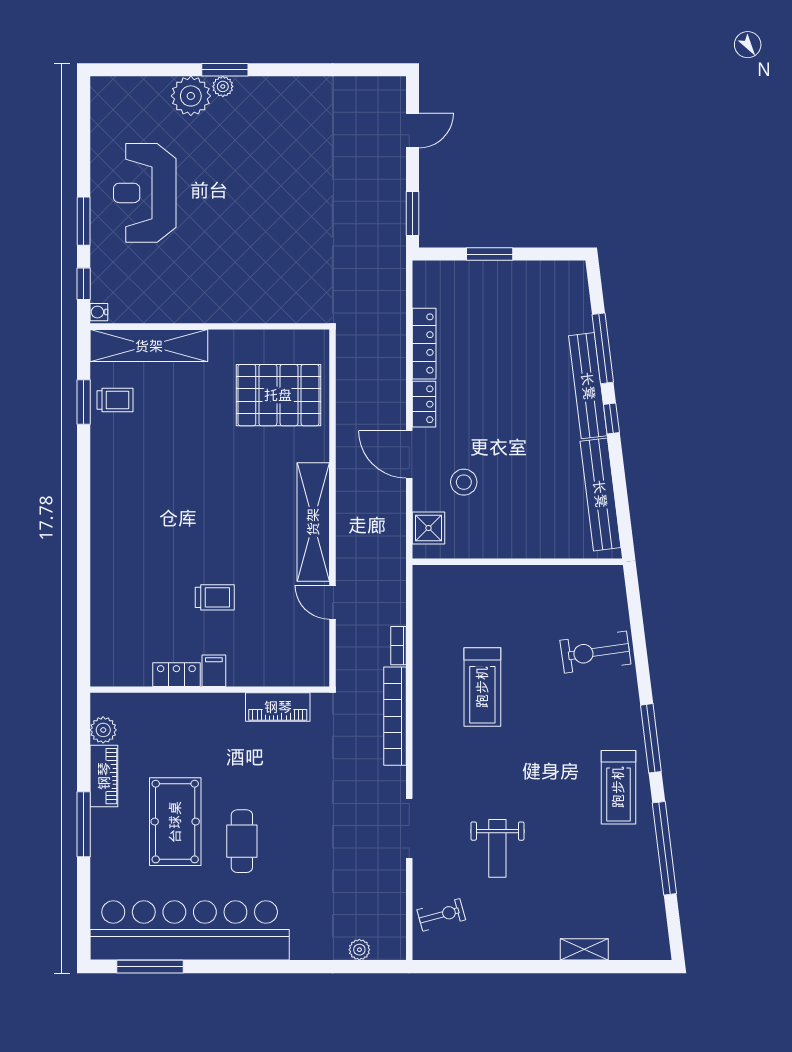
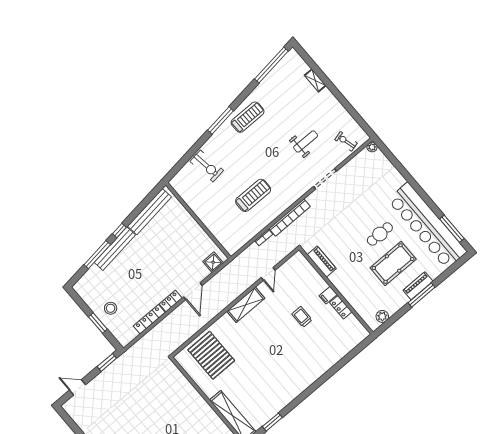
trolley: (115, 400) -> (262, 412), removed
stool: (464, 482) -> (111, 308), moved
shelving: (313, 522) -> (246, 305), width x0.68
piano: (104, 776) -> (418, 286), moved
window: (664, 848) -> (271, 65), moved
plant: (359, 950) -> (372, 147), moved

